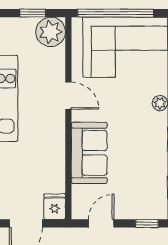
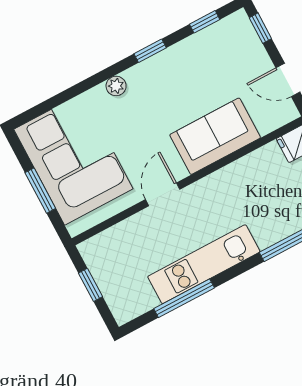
window: (116, 13) -> (40, 191), width x0.47
plant: (51, 32) -> (101, 253), removed

